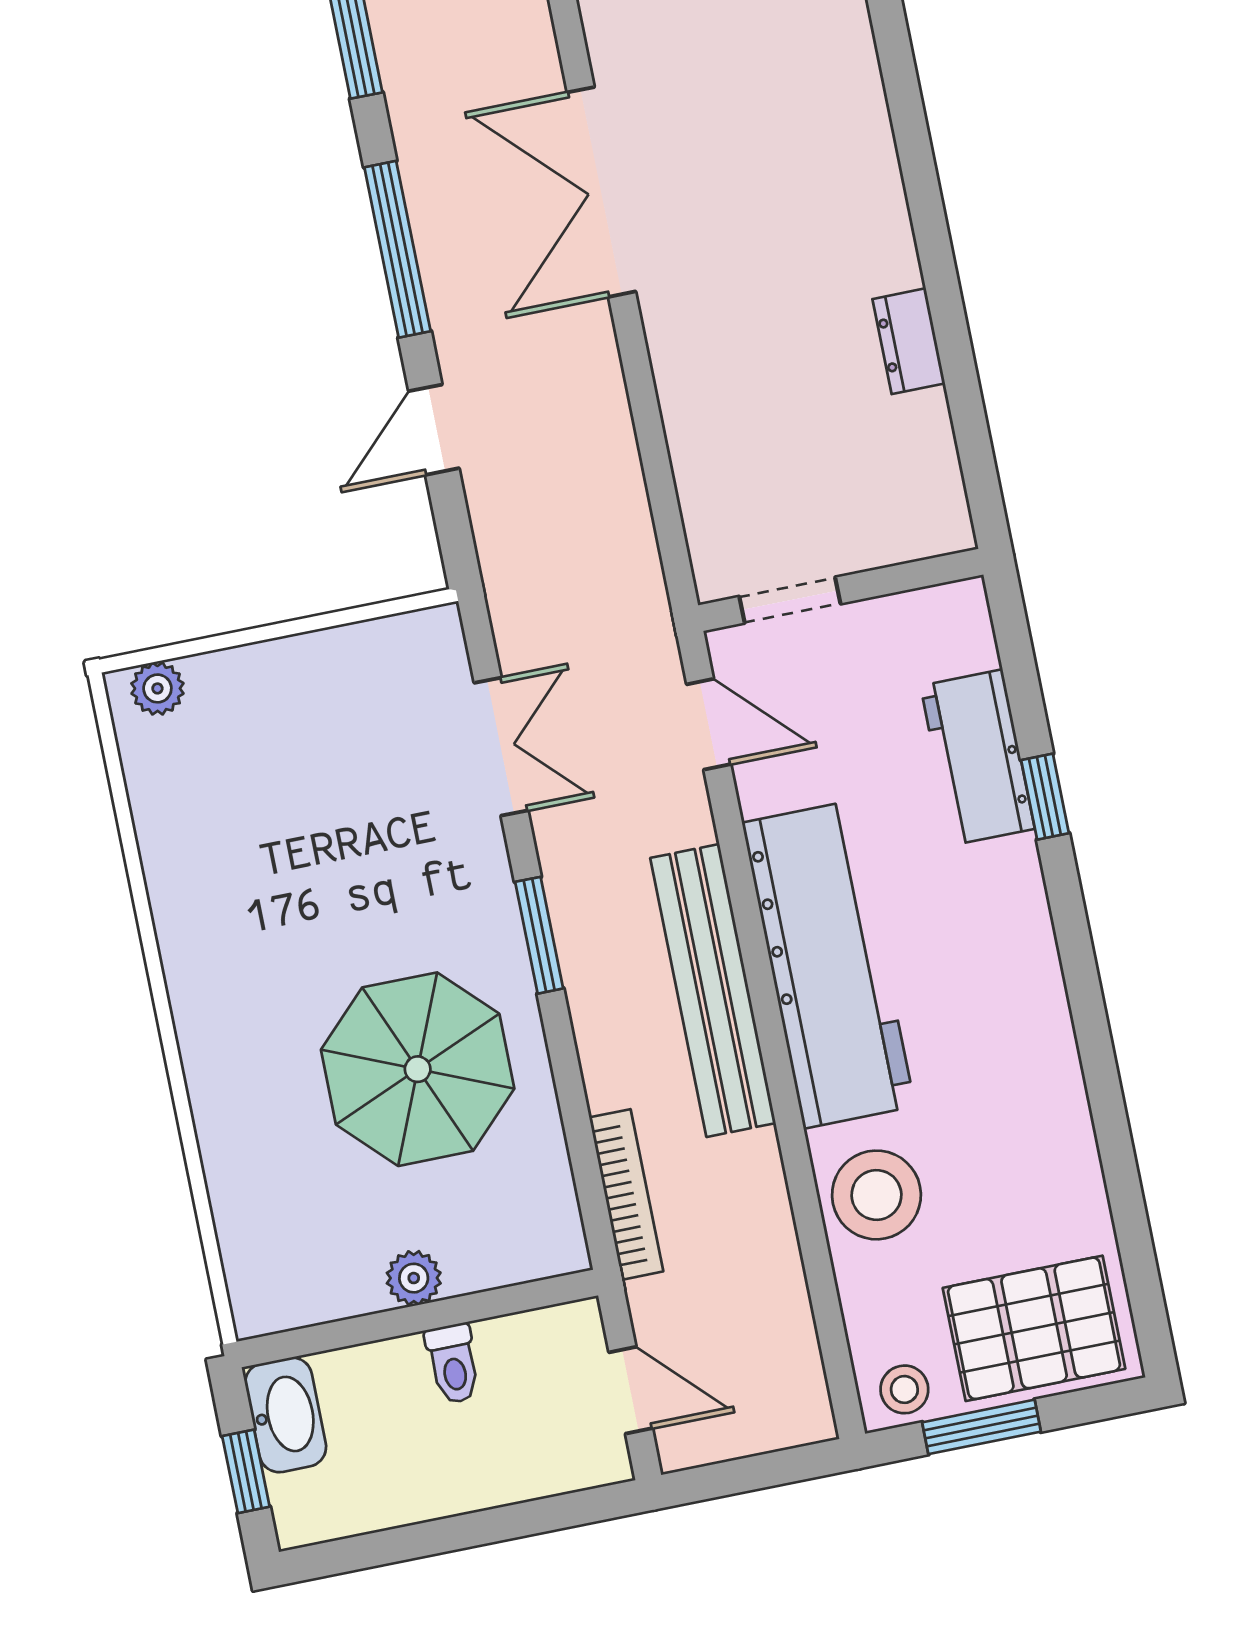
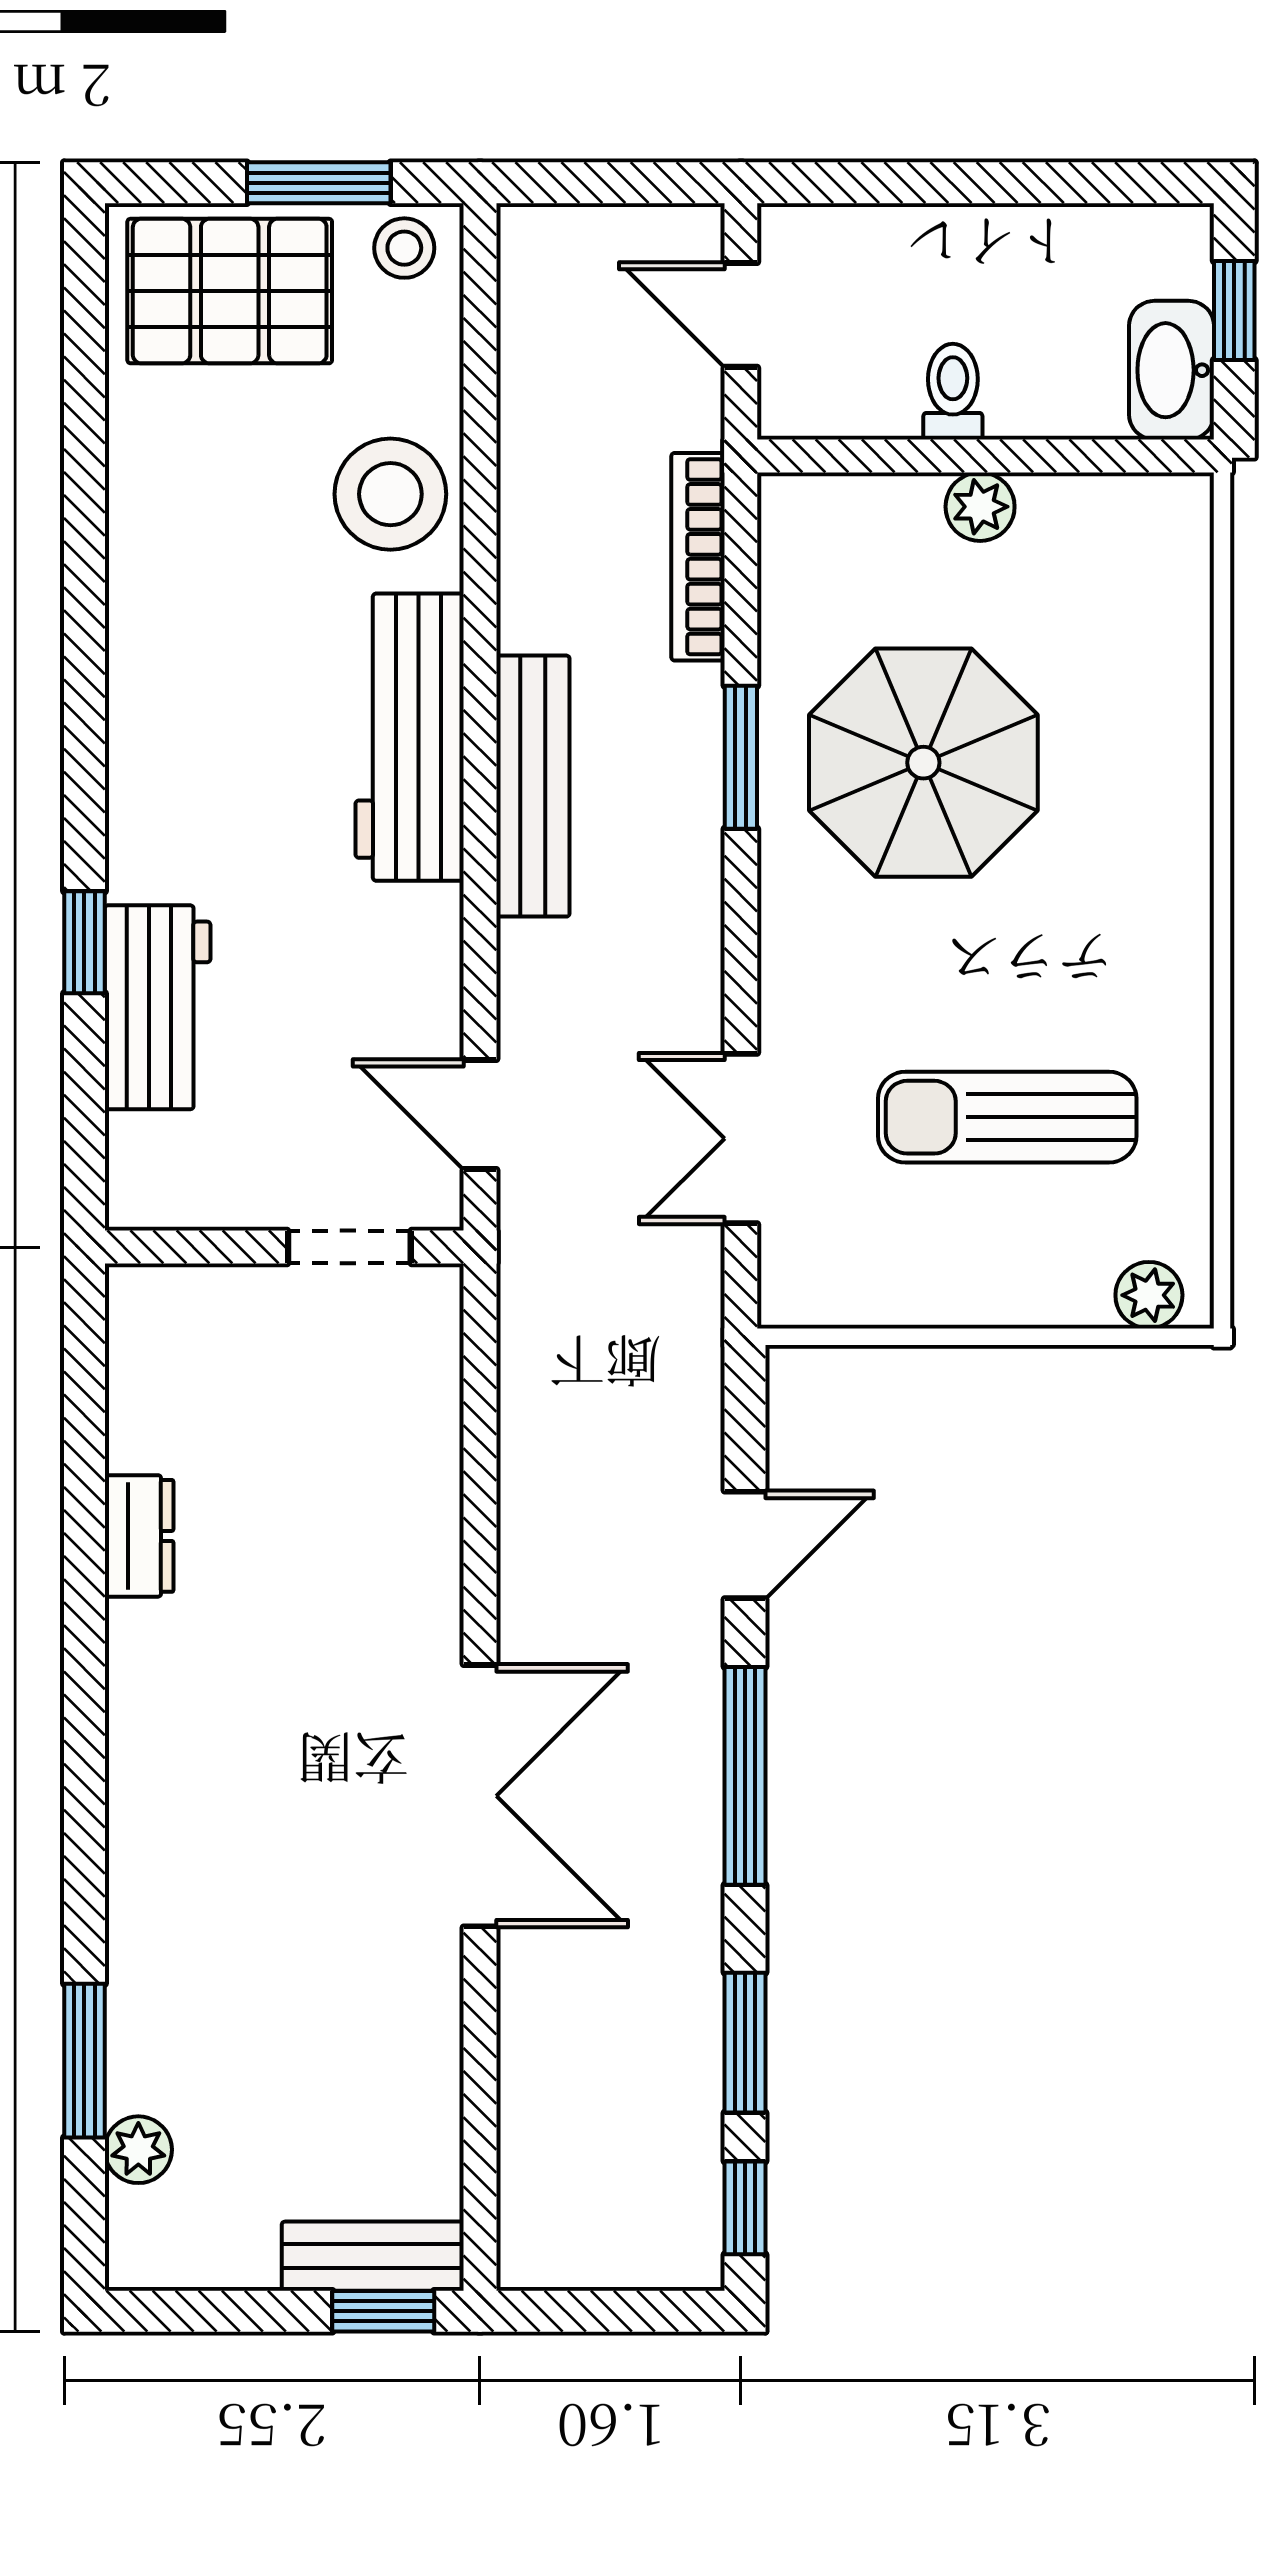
sun lounger: (296, 805) -> (1007, 1117), added
window: (539, 935) -> (741, 757), moved
workbench: (829, 964) -> (410, 737), width x0.73, depth x0.76
bench: (713, 991) -> (533, 786), width x0.73, depth x0.82

